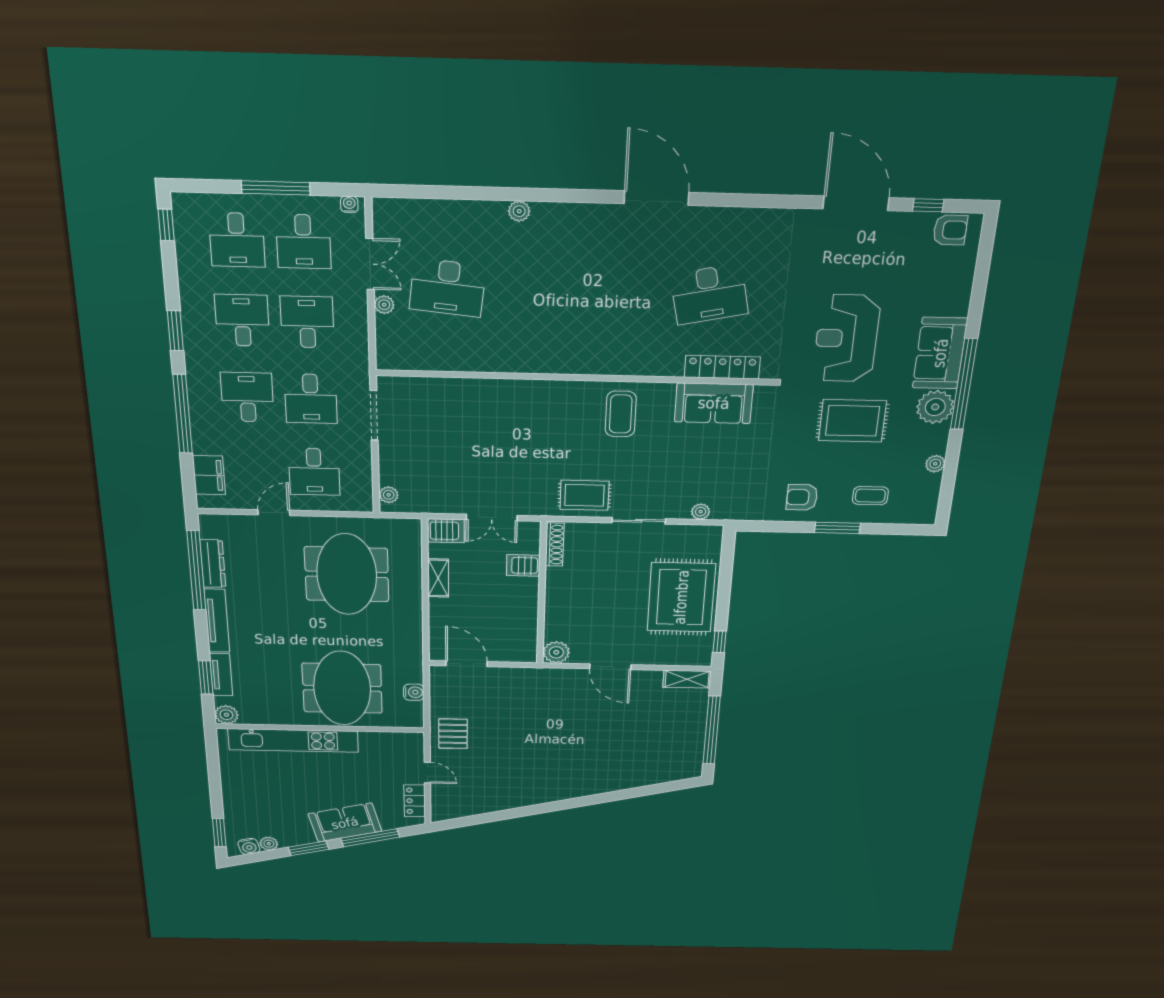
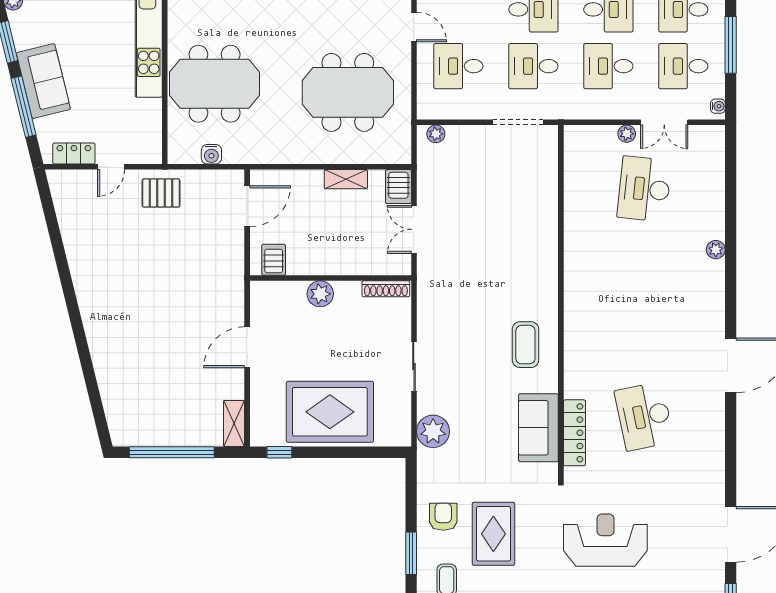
desk: (307, 322) -> (608, 66), turned 180
coffee table: (621, 414) -> (525, 345), turned 90
rug: (852, 421) -> (493, 534), moved
rug: (584, 495) -> (440, 315), removed
plant: (701, 512) -> (433, 431), width x1.87, depth x1.87
server rack: (523, 565) -> (274, 260), moved
plant: (556, 652) -> (320, 294), moved

